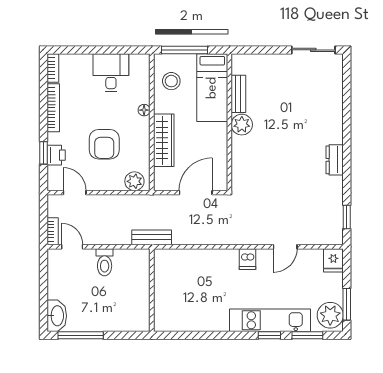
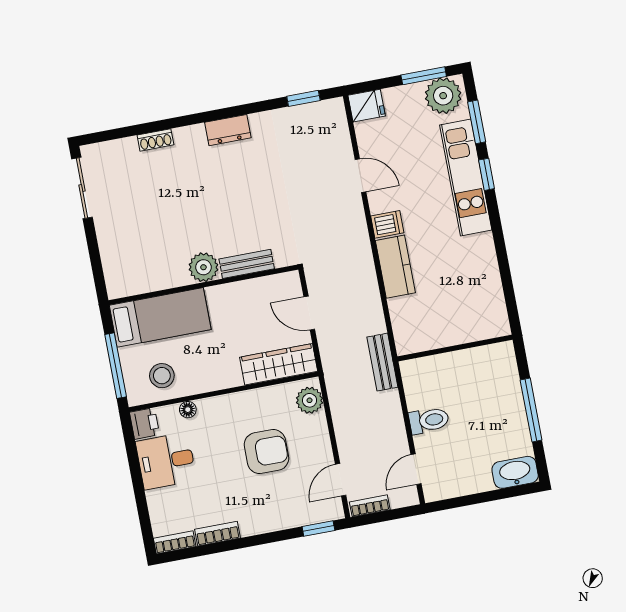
bench: (238, 94) -> (247, 264), moved
bookcase: (53, 108) -> (218, 534), width x0.64
shoe rack: (337, 108) -> (155, 140), added
floor lamp: (144, 110) -> (188, 410), moved
wardrobe: (164, 140) -> (279, 364), moved
window: (43, 153) -> (318, 529), moved
printer: (56, 155) -> (144, 423), moved, turned 90
door: (196, 193) -> (309, 313), width x0.73
bookcase: (53, 231) -> (370, 506), moved
kitchen counter: (217, 259) -> (395, 267), added
window: (81, 335) -> (531, 410), moved

